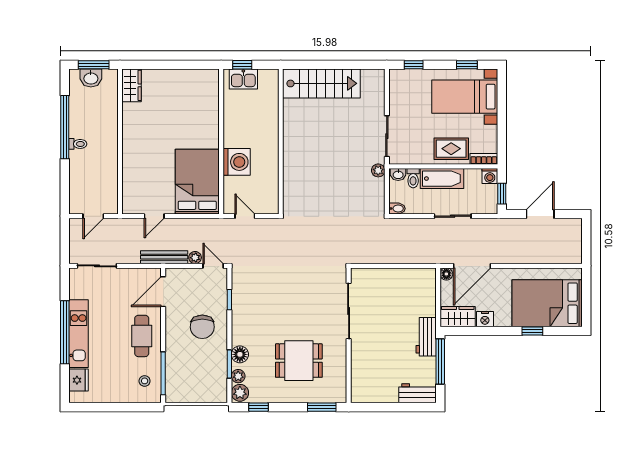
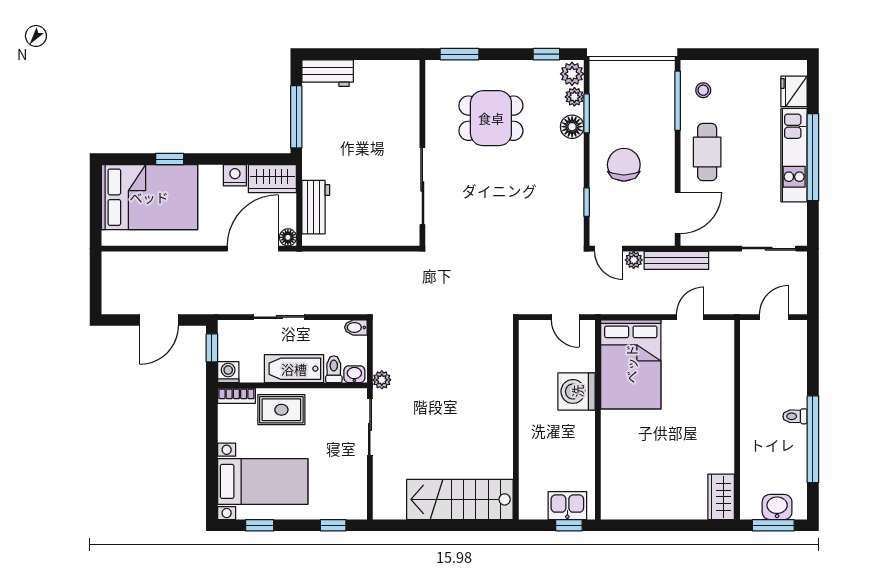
workbench: (426, 337) -> (316, 207), moved

